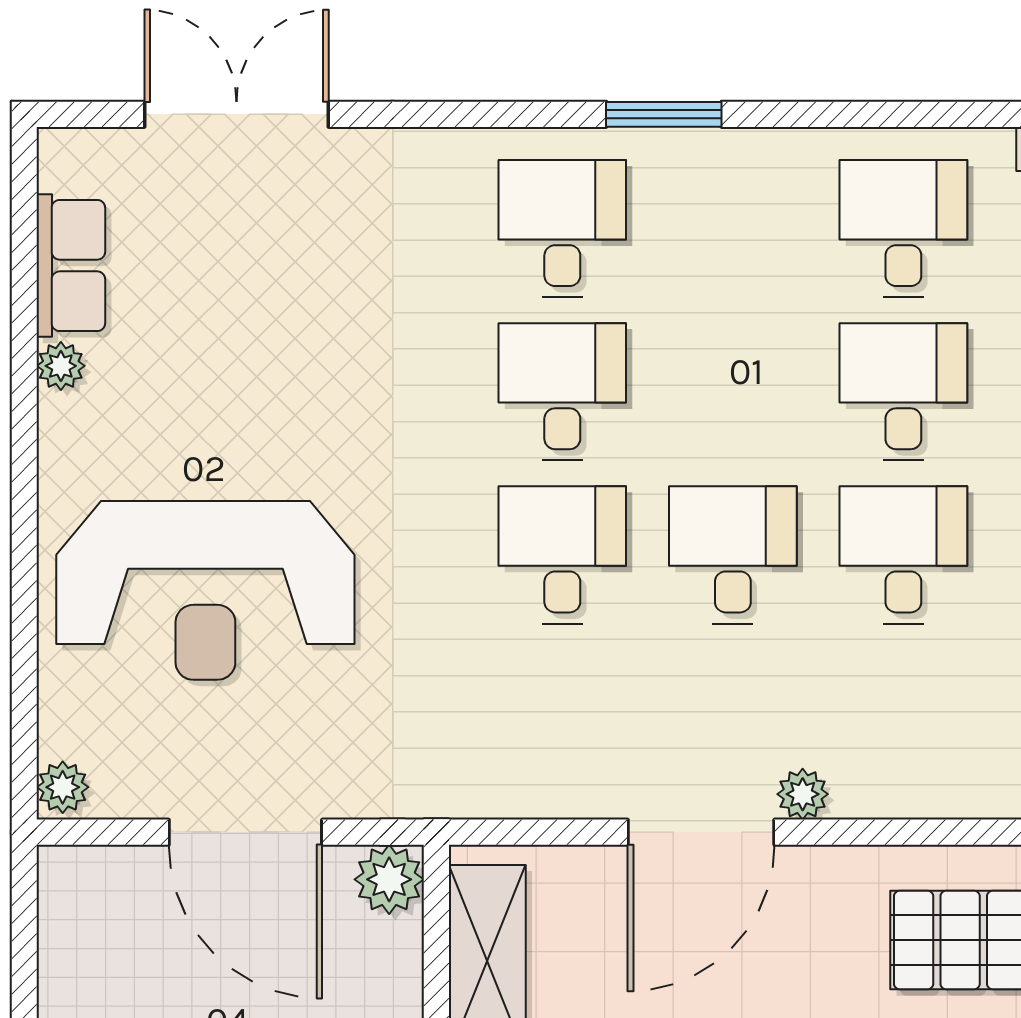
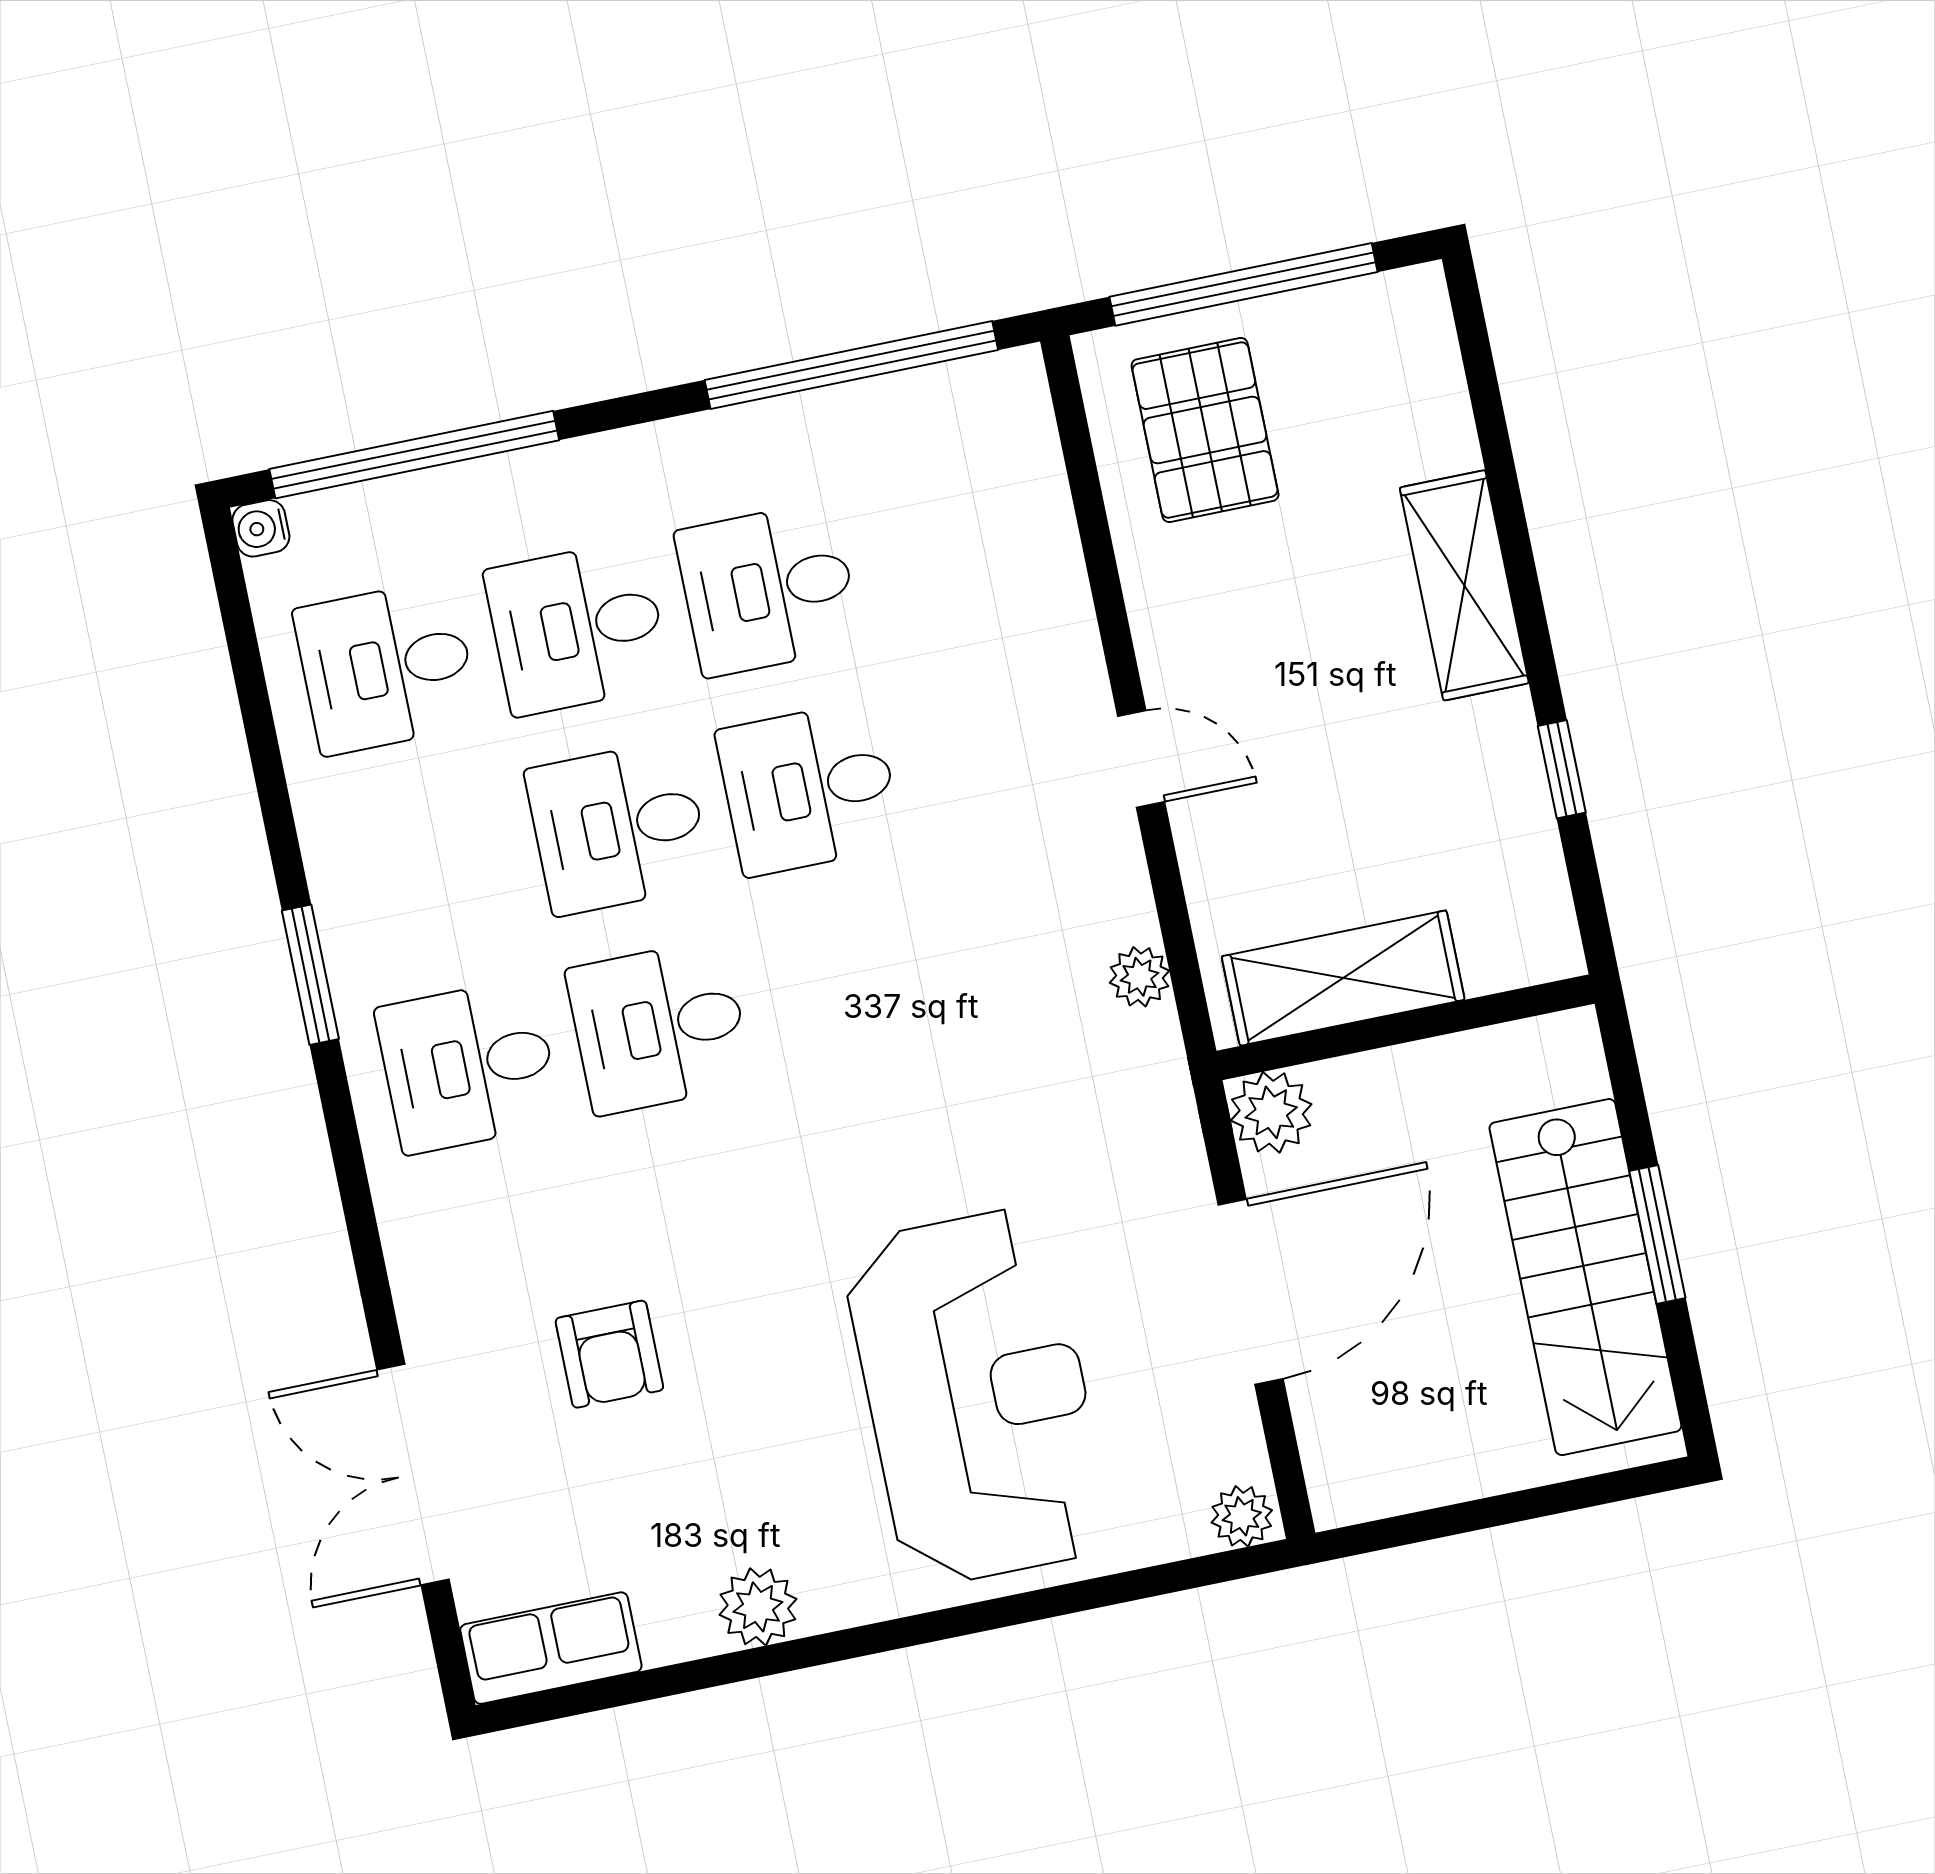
row of seats: (71, 266) -> (551, 1648), moved
armchair: (302, 296) -> (609, 1354), added
plant: (61, 366) -> (758, 1607), width x1.38, depth x1.38
desk: (562, 555) -> (618, 827), moved
plant: (803, 794) -> (1140, 977), moved
door: (701, 832) -> (1141, 759), width x0.53

